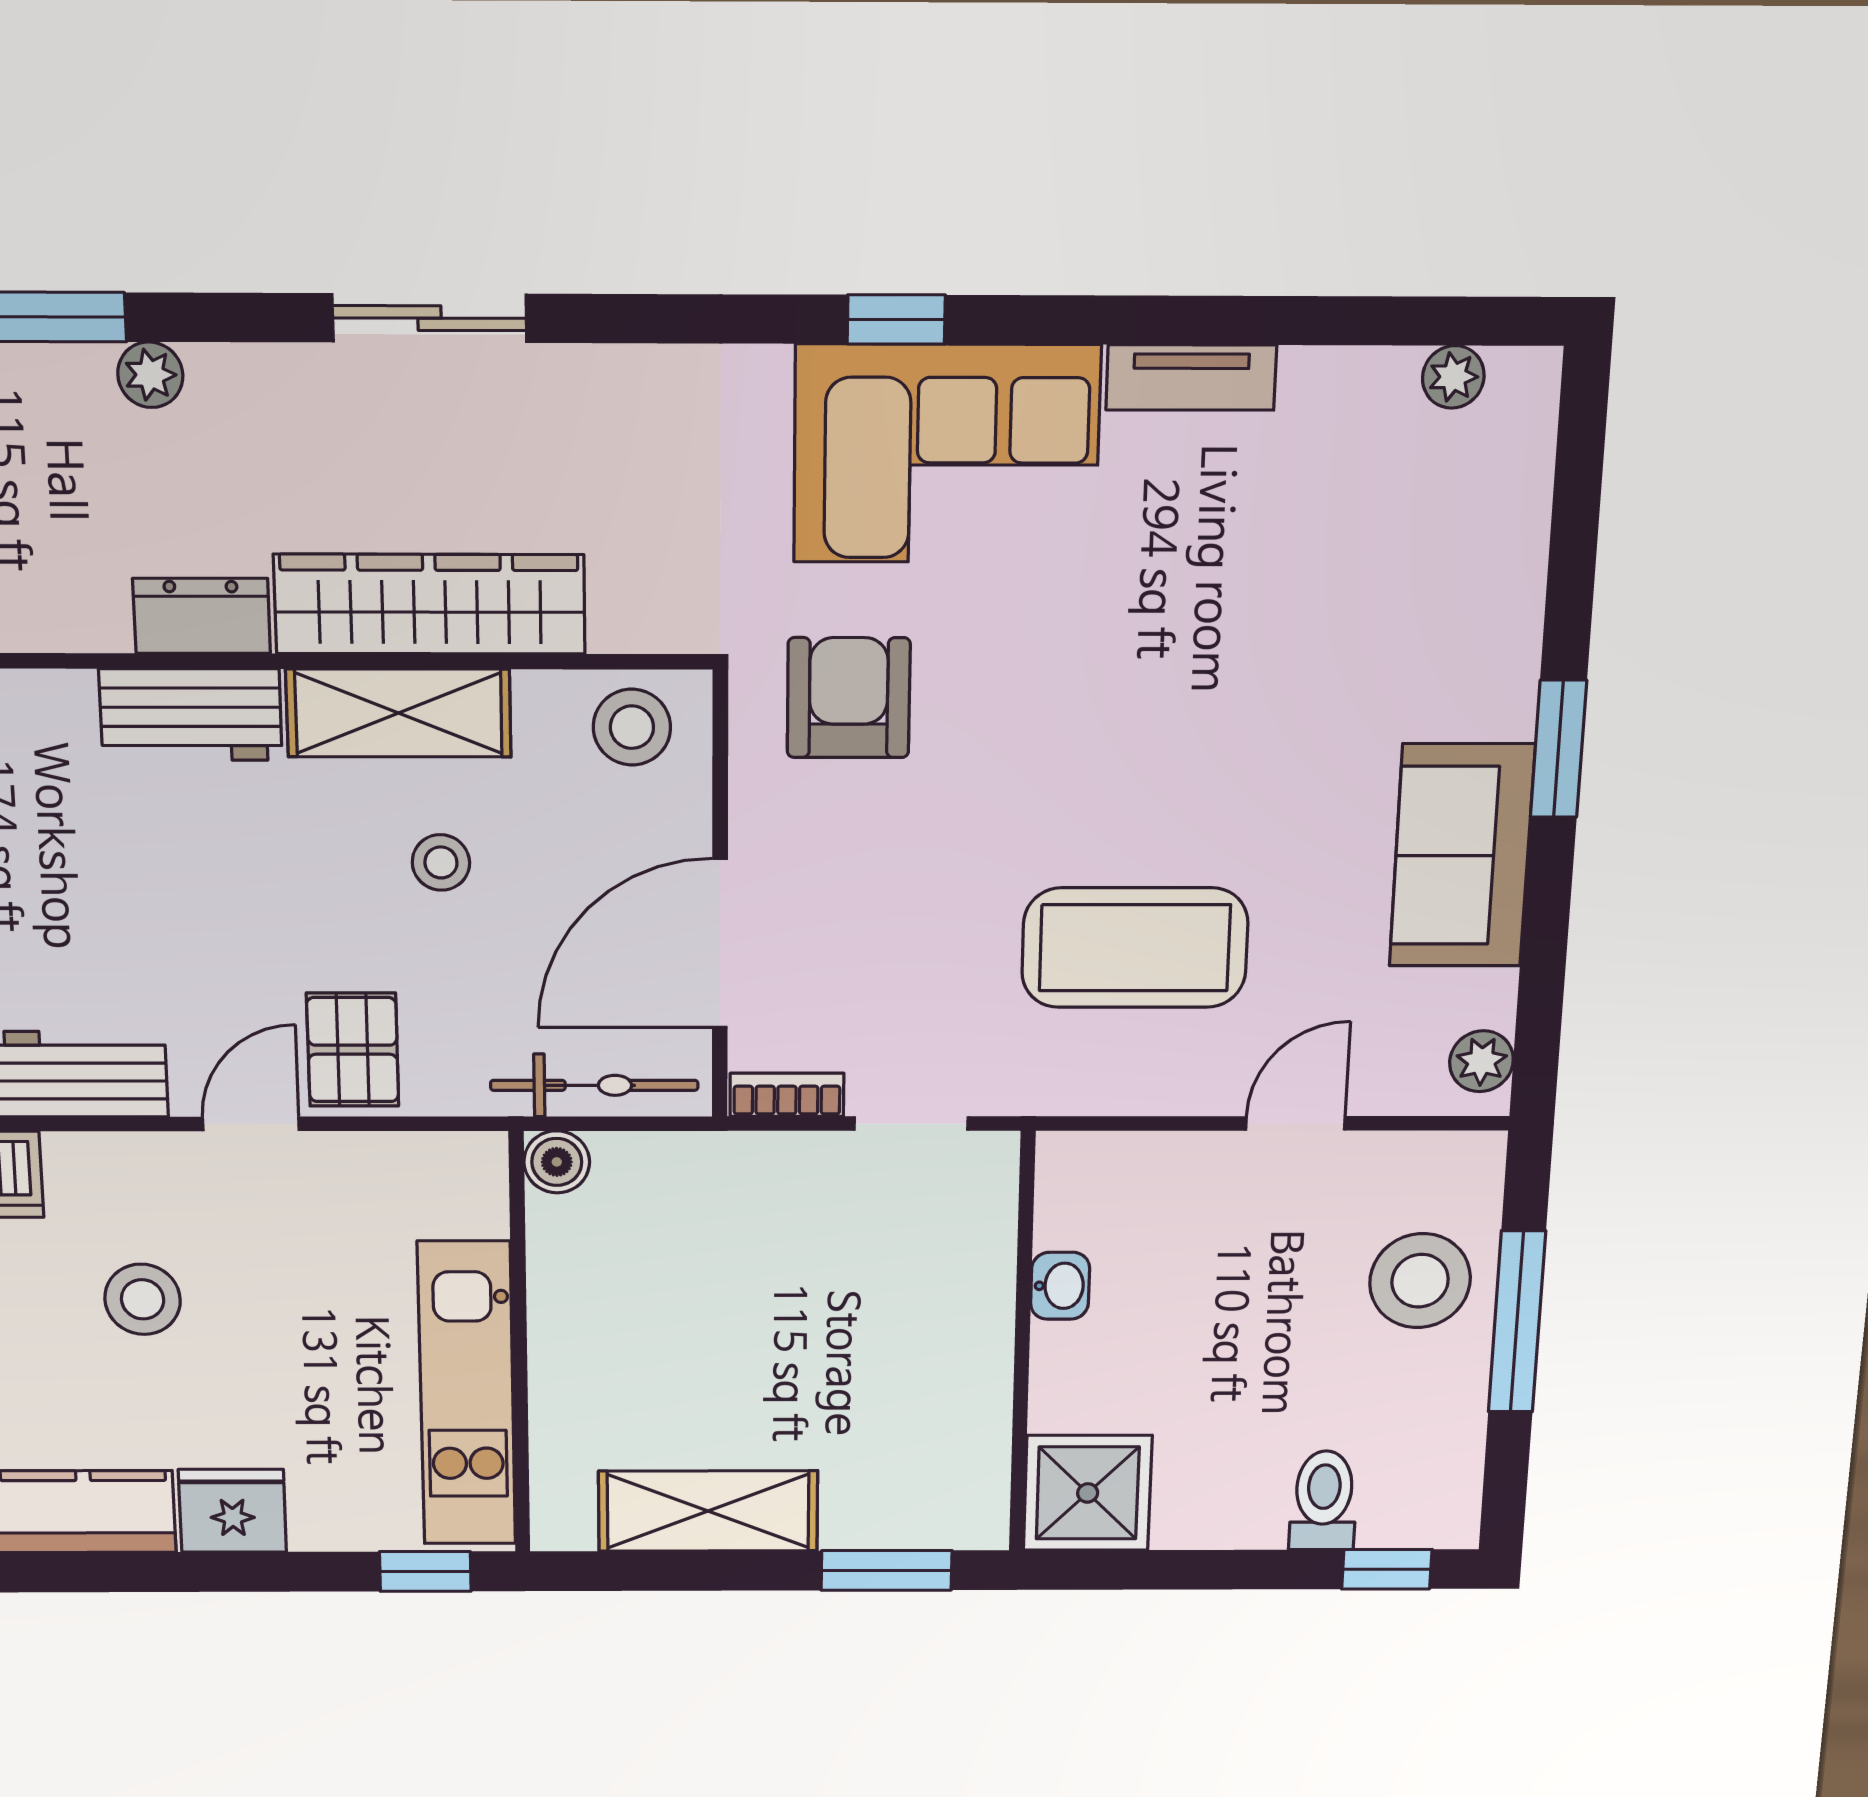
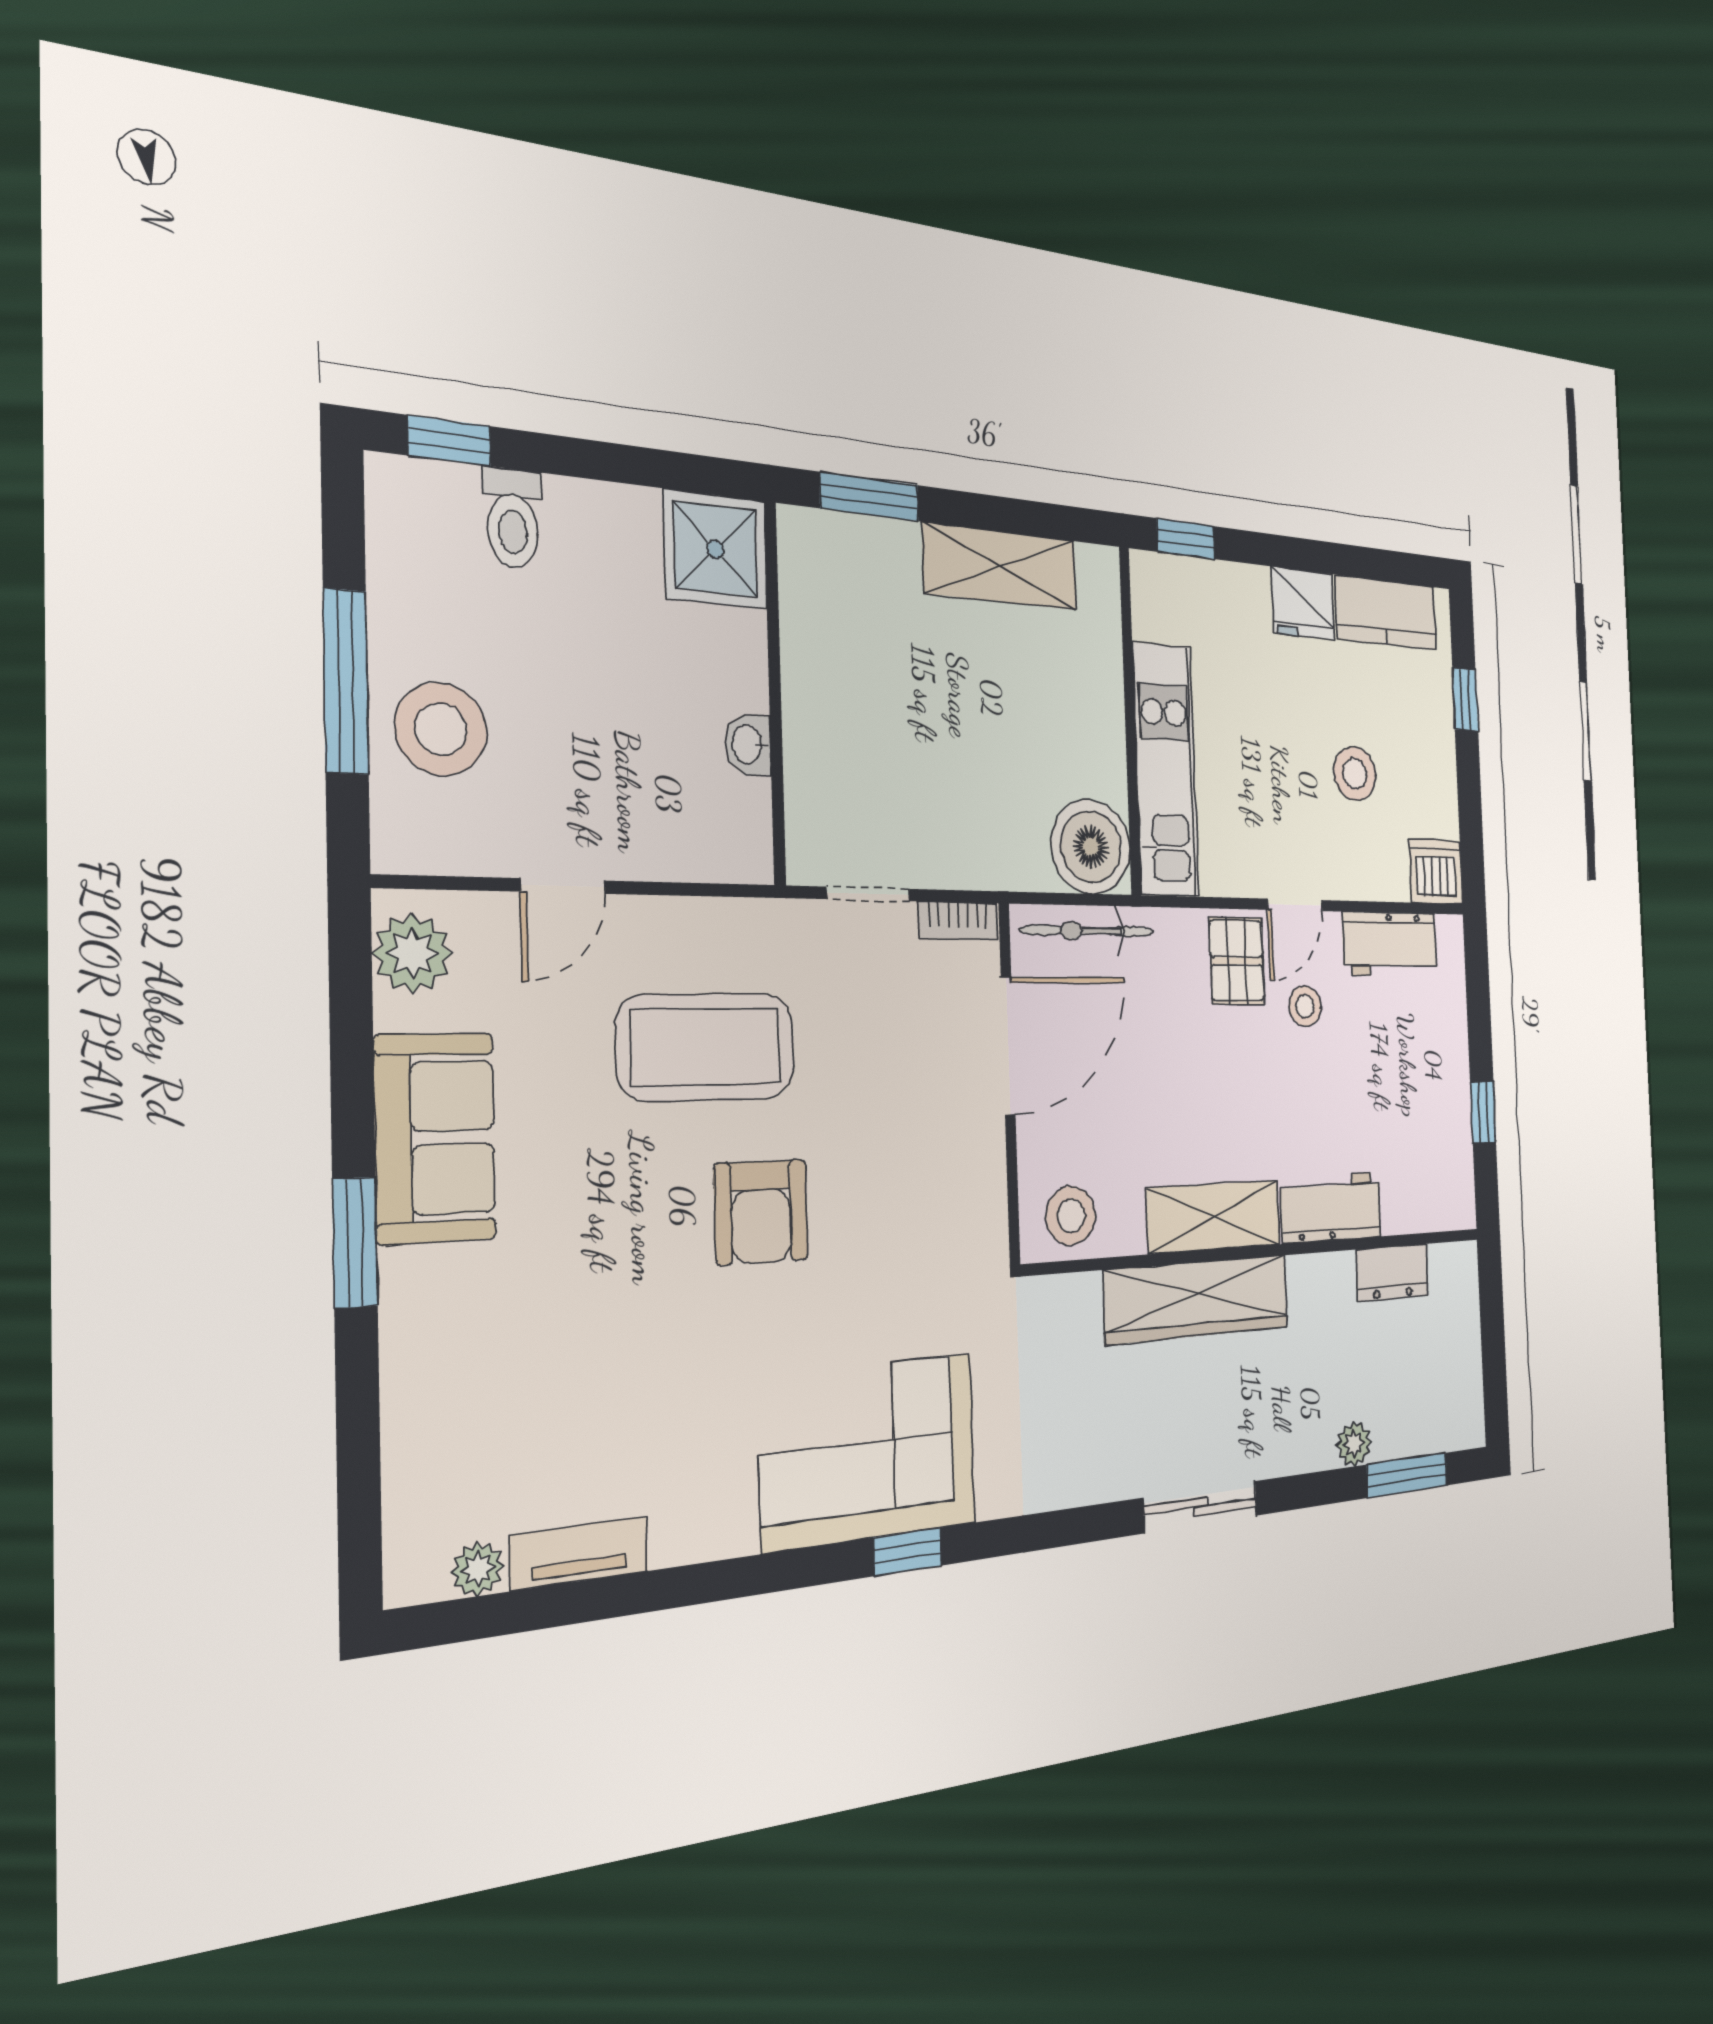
tv unit: (1191, 377) -> (579, 1553), moved
dresser: (202, 616) -> (1392, 1273), moved
armchair: (849, 698) -> (761, 1212), moved
stool: (441, 862) -> (1305, 1006), moved
plant: (1481, 1061) -> (412, 953), width x1.38, depth x1.38
boiler: (557, 1162) -> (1091, 847), width x1.86, depth x1.86
kitchen unit: (467, 1394) -> (1166, 770), moved

